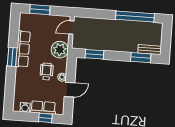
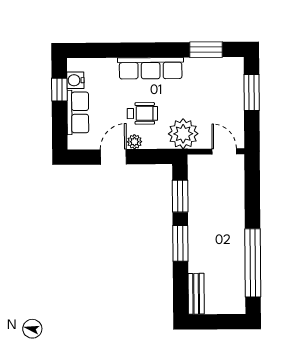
row of seats: (23, 49) -> (151, 68), moved
window: (12, 57) -> (206, 50), moved
window: (141, 58) -> (180, 243), moved
door: (70, 90) -> (113, 157), swing flipped
window: (45, 118) -> (59, 90), moved

